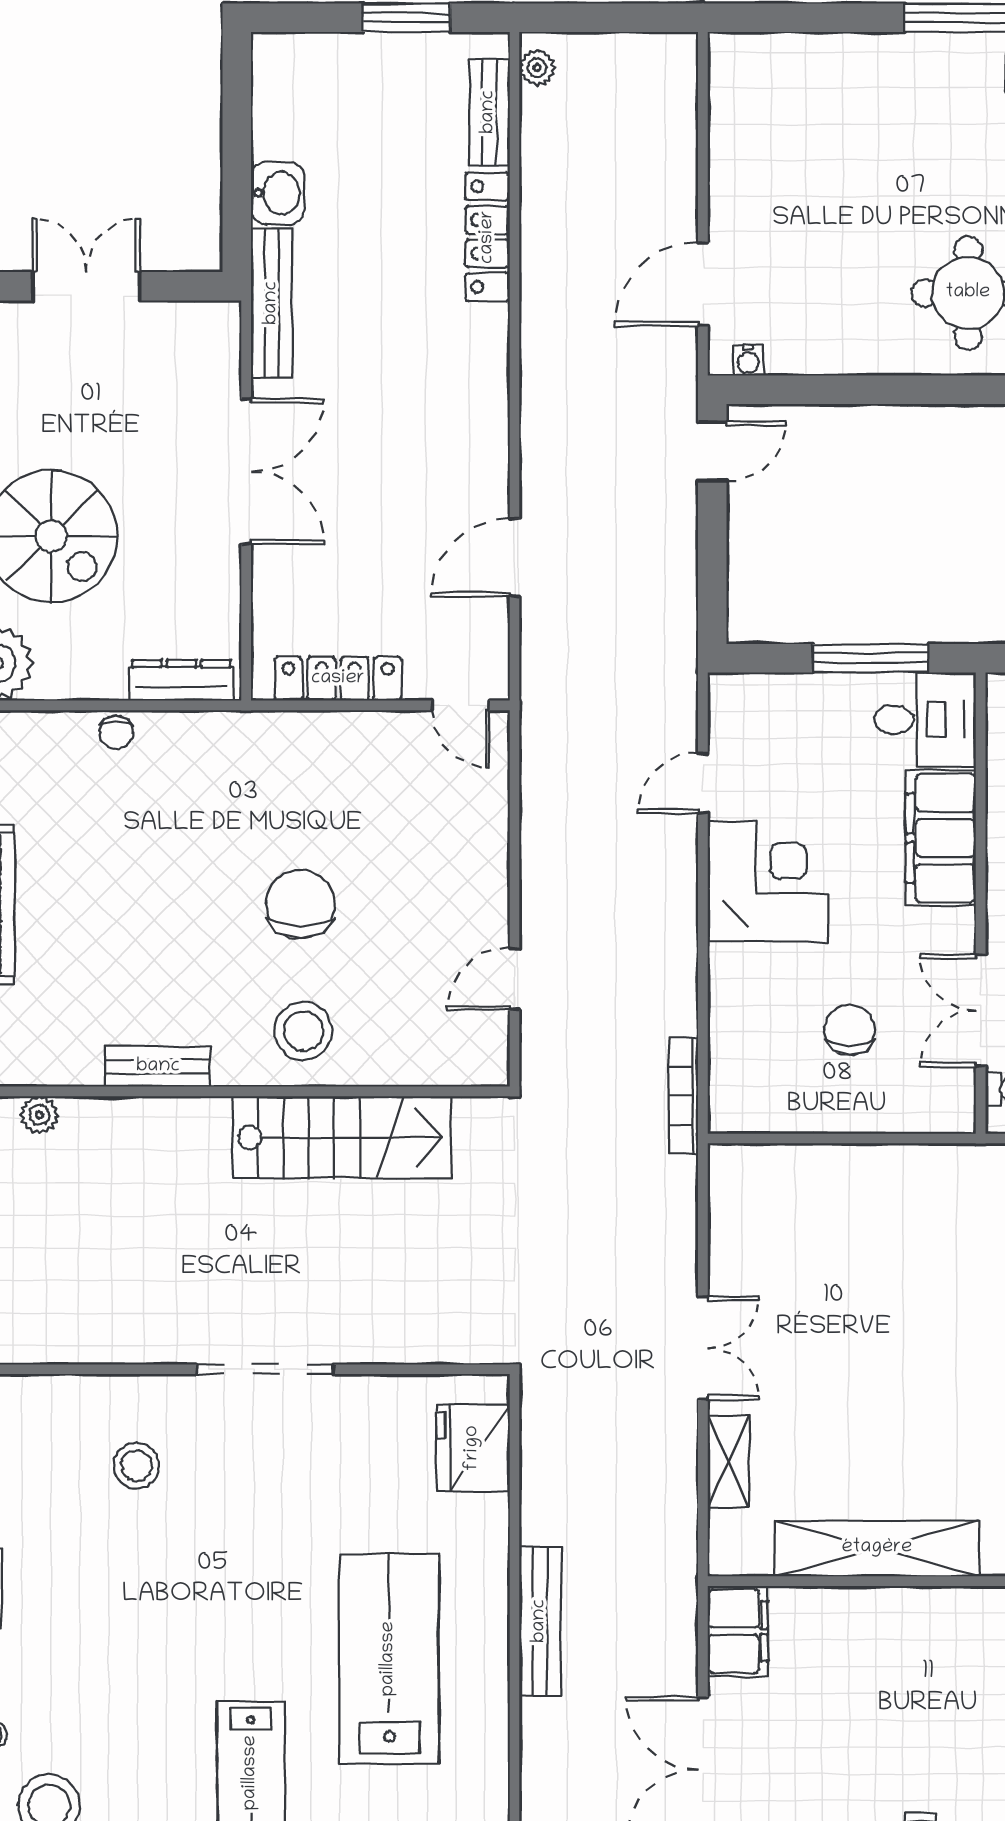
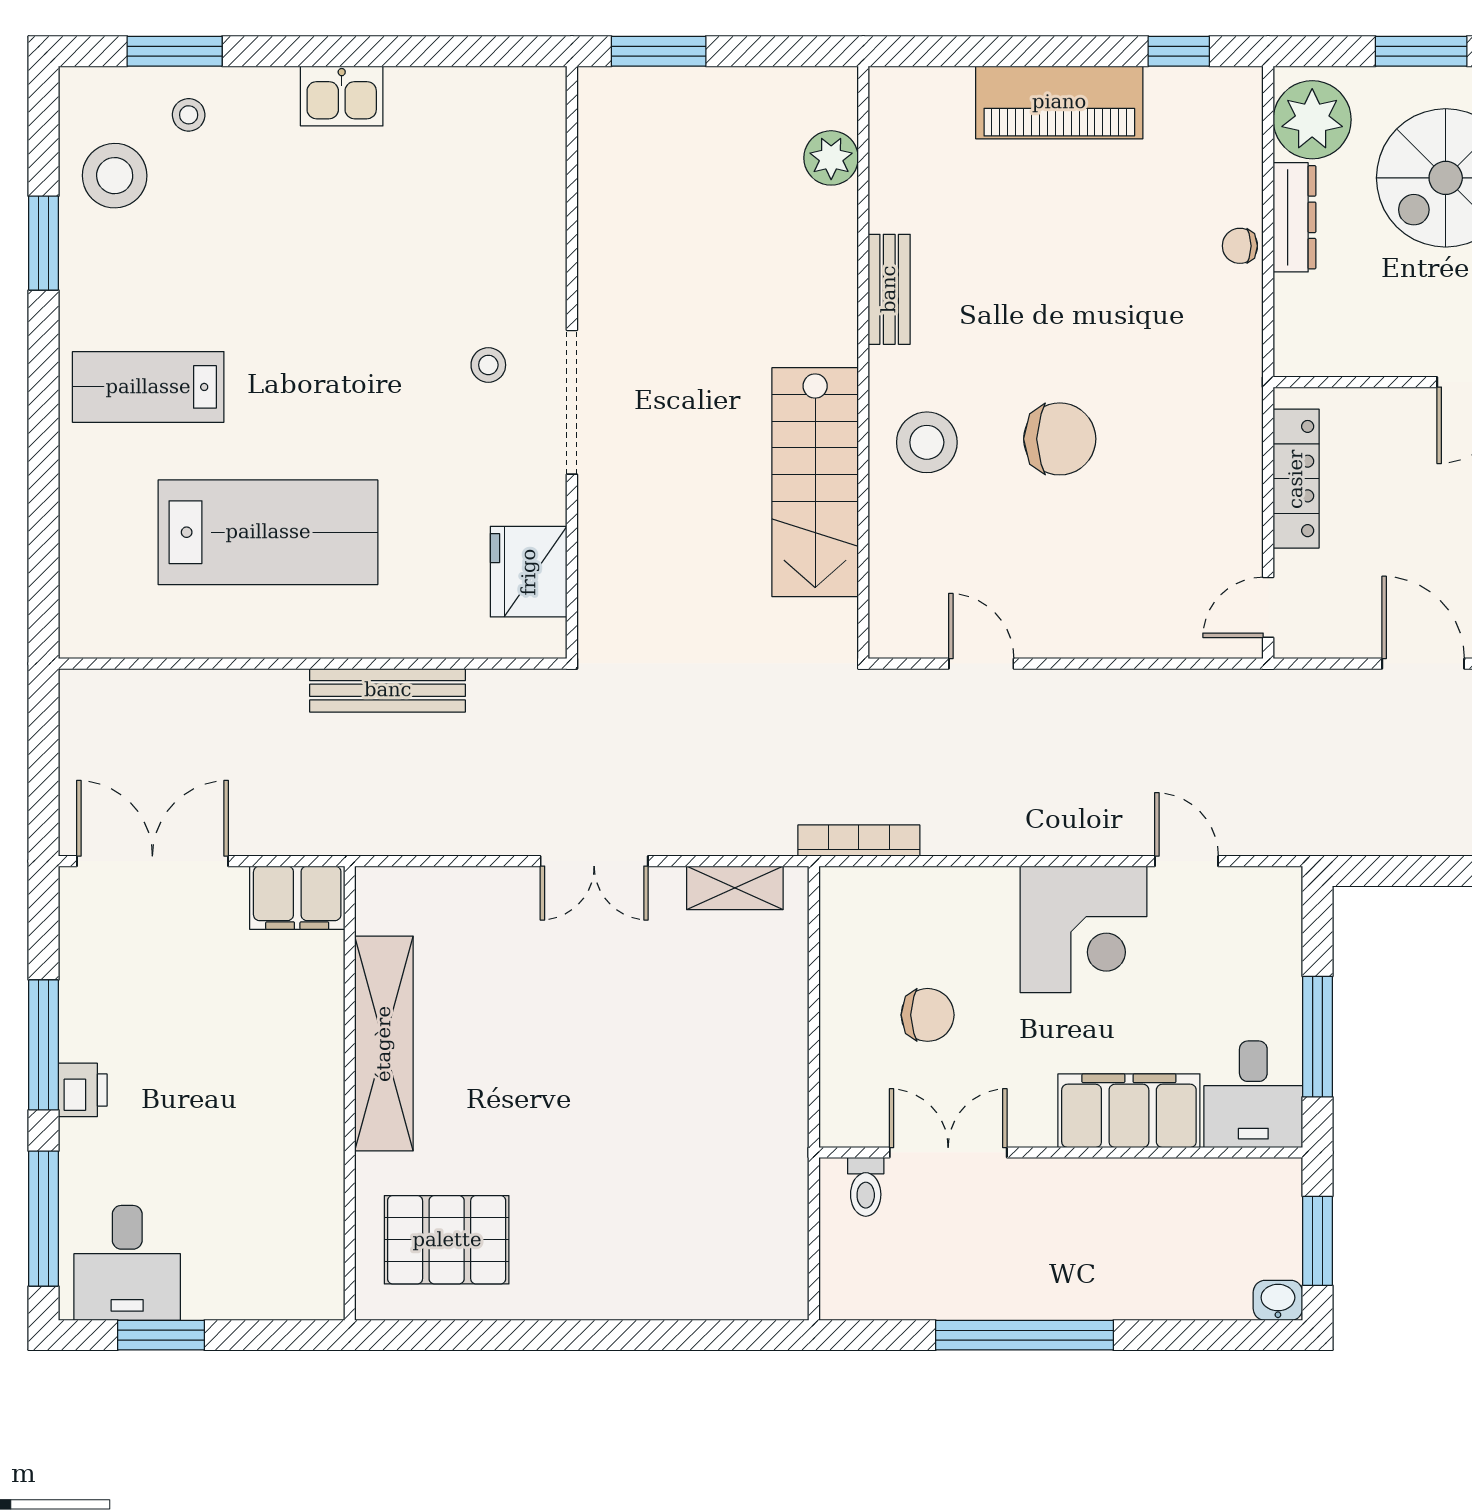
dresser: (181, 680) -> (1294, 217), moved
plant: (39, 1115) -> (831, 158), width x1.38, depth x1.38
fridge: (473, 1448) -> (529, 572), moved, turned -90
shelving: (728, 1462) -> (735, 888), moved
stool: (136, 1466) -> (488, 365), moved, width x0.73, depth x0.73
bench: (540, 1621) -> (388, 690), moved

